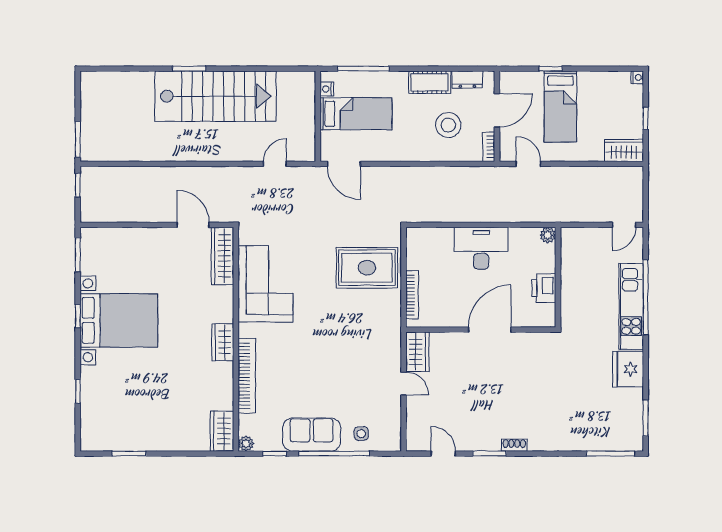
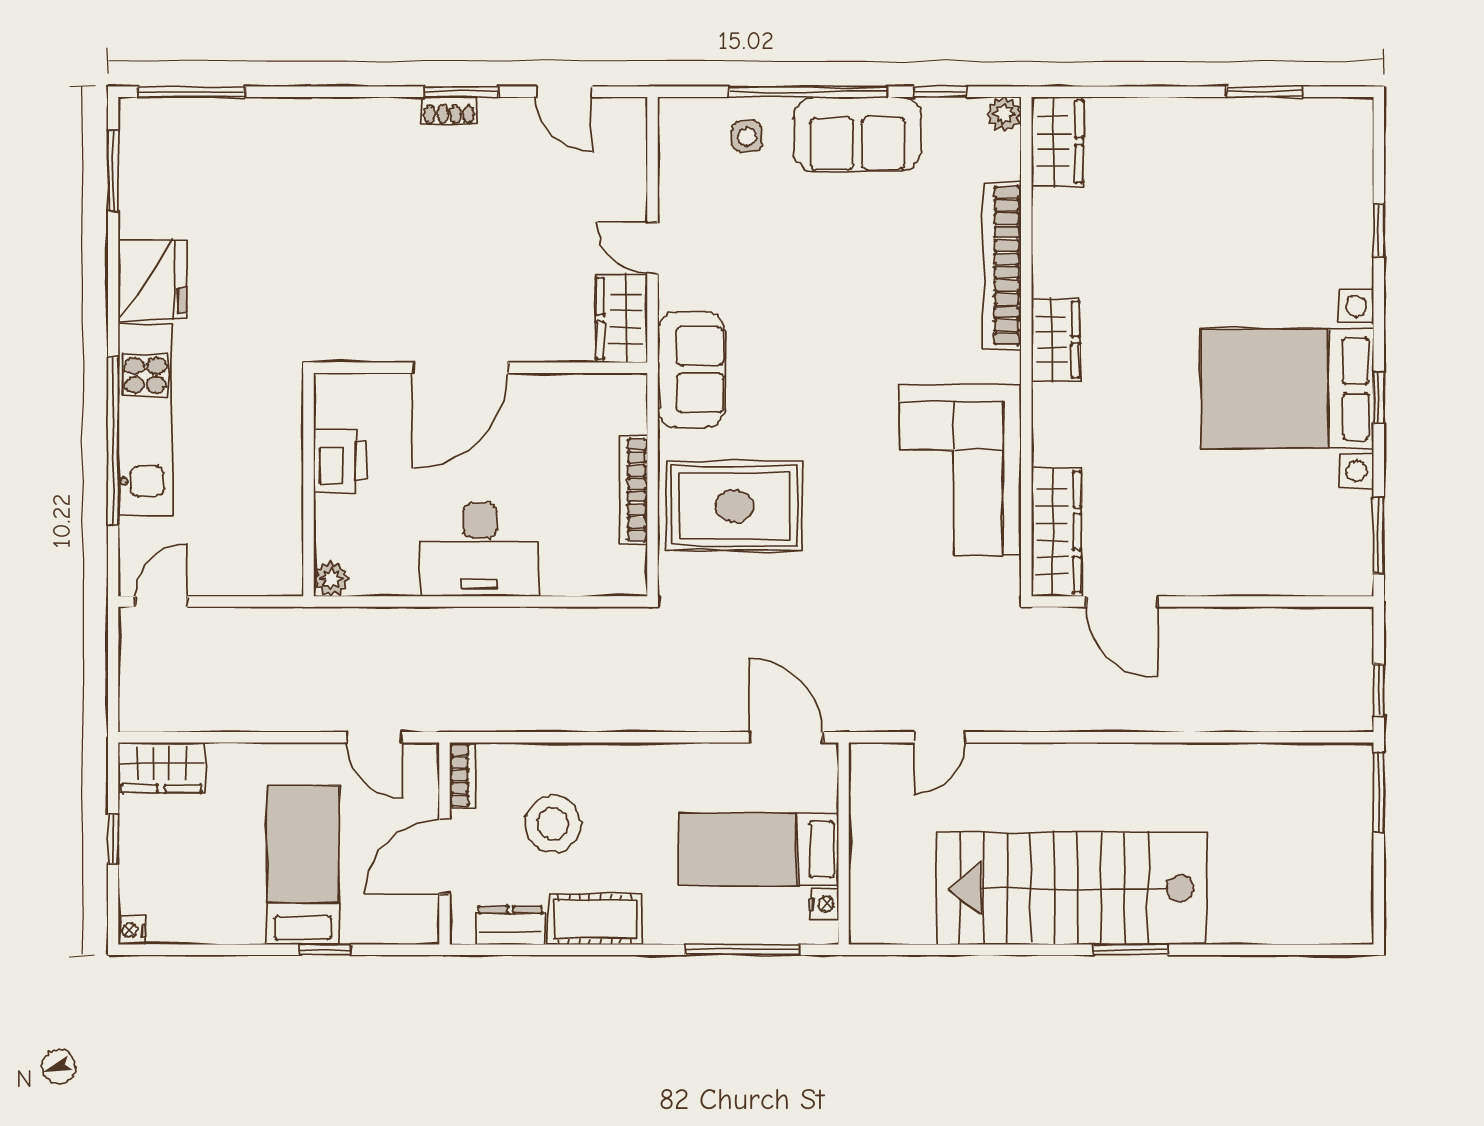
bookcase: (412, 295) -> (634, 490), moved
sofa: (386, 329) -> (691, 369), added
shoe rack: (514, 445) -> (449, 111), moved

